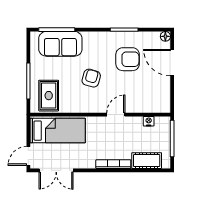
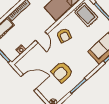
door: (172, 63) -> (29, 83), moved
armchair: (91, 78) -> (64, 35), moved

